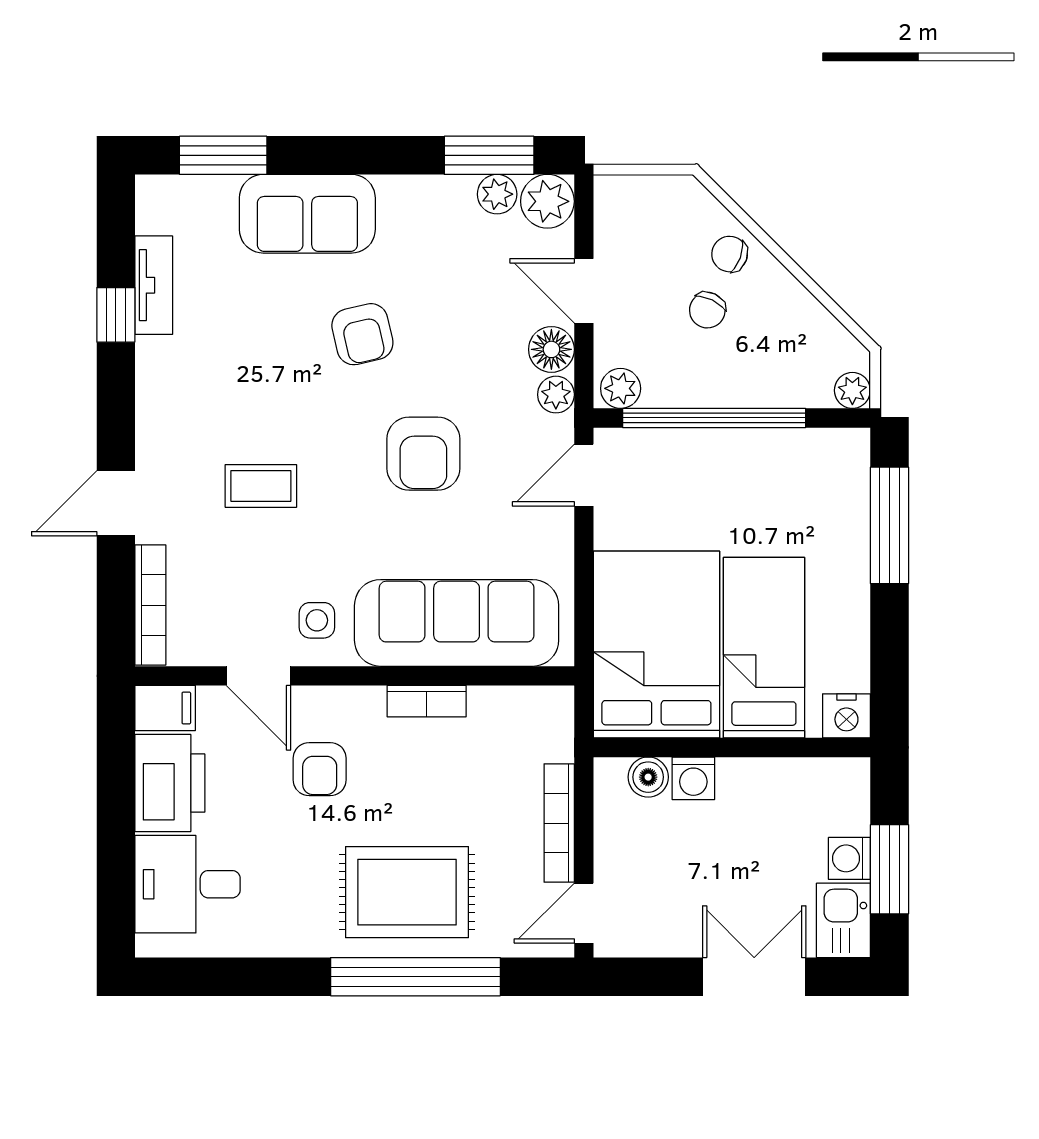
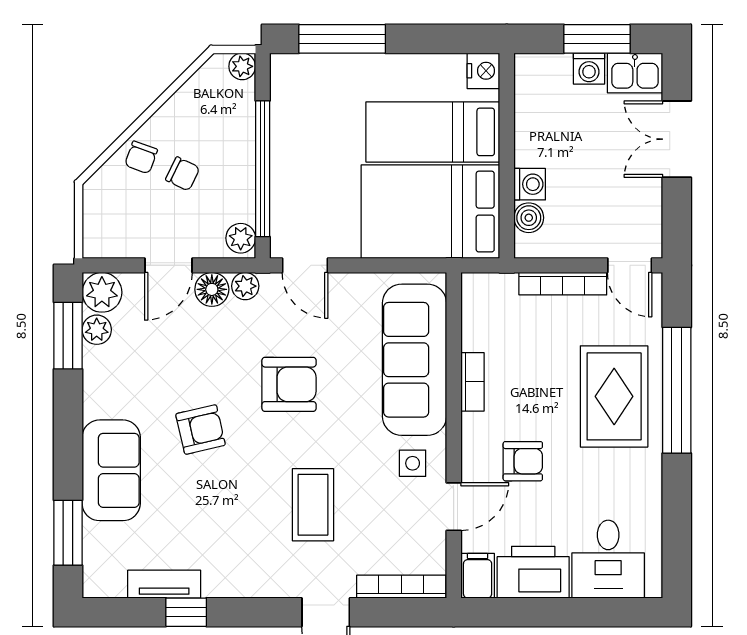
coffee table: (261, 486) -> (313, 505), width x1.36, depth x1.30

